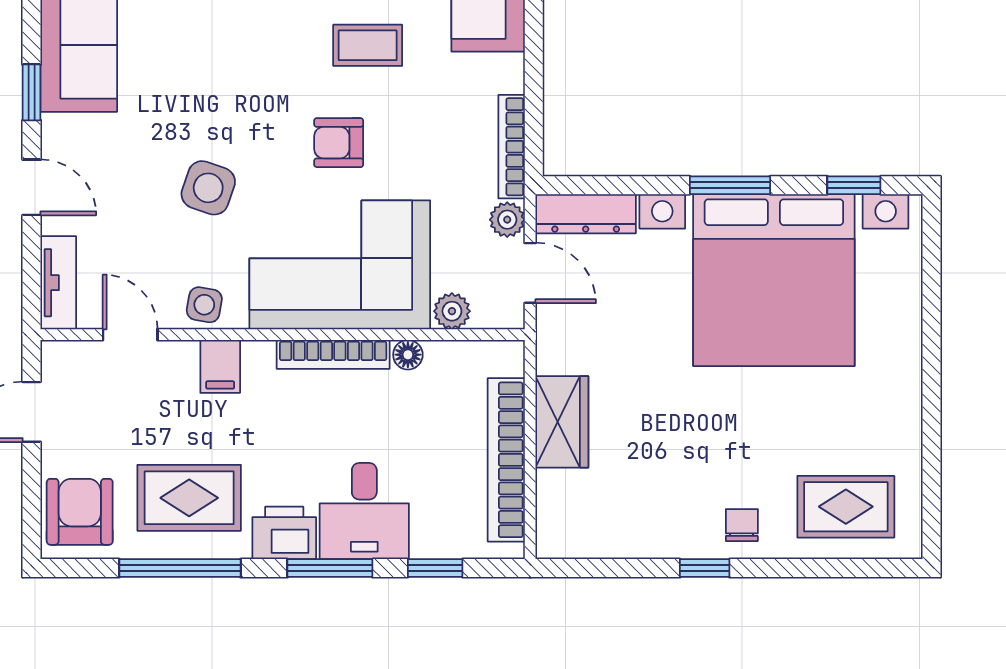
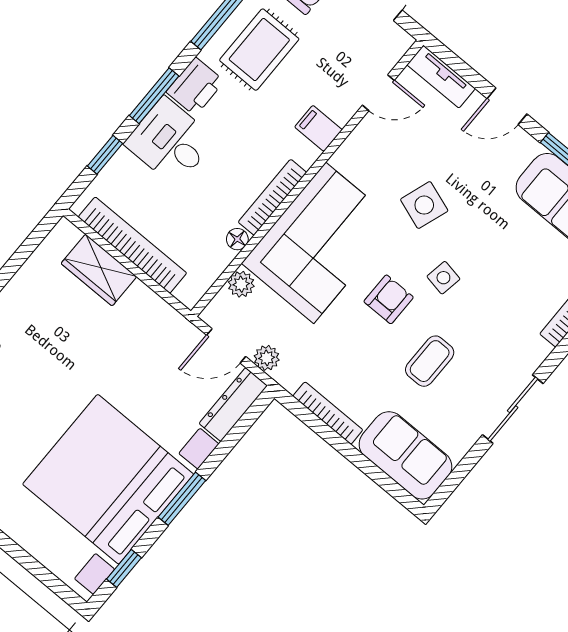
bookcase: (512, 147) -> (328, 413), moved
side table: (204, 305) -> (443, 278), moved
wardrobe: (562, 422) -> (99, 270), moved

